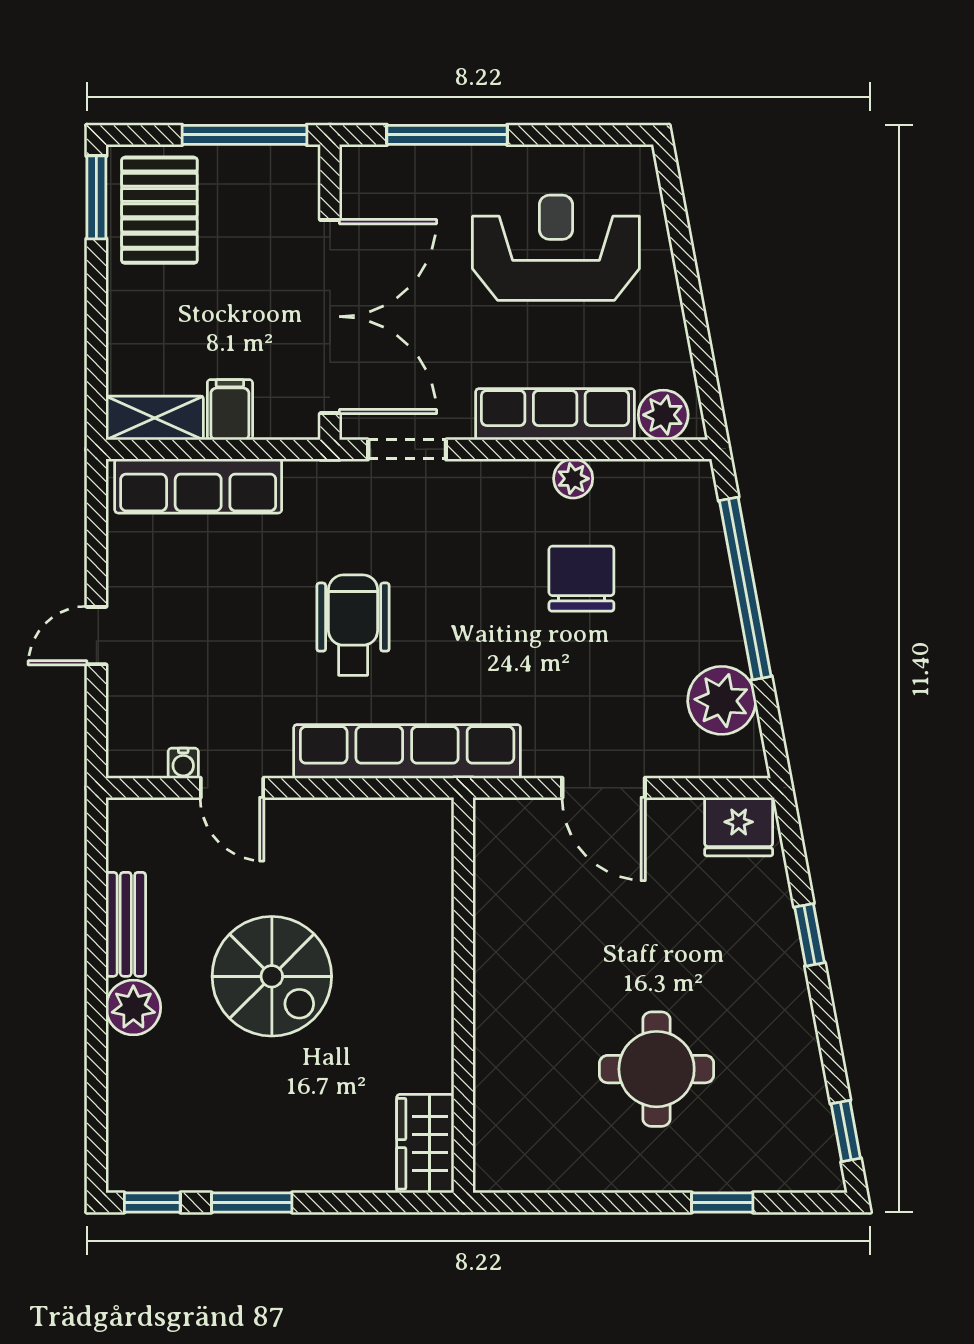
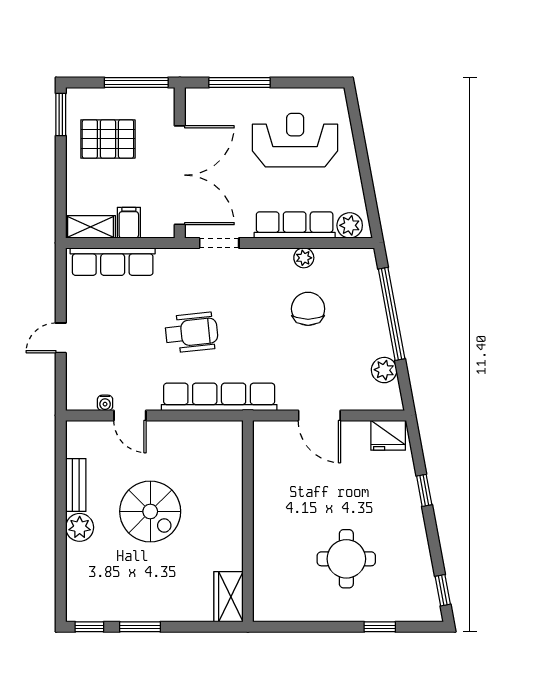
pallet: (159, 210) -> (108, 139), moved, turned 90
wheelchair: (353, 625) -> (192, 333), turned 84
plant: (722, 700) -> (384, 370), width x0.73, depth x0.73

